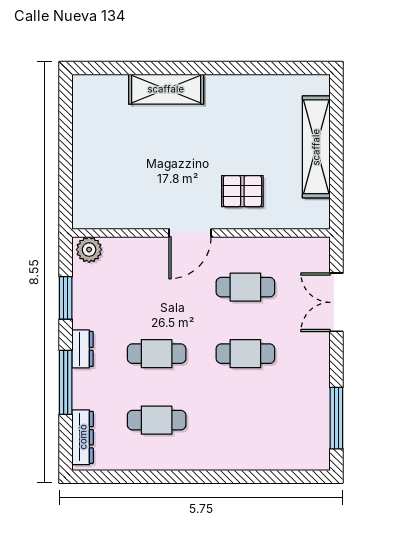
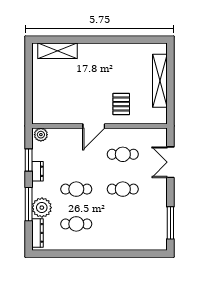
shelving: (166, 89) -> (57, 51), moved
pallet: (242, 191) -> (121, 104), turned 90
dresser: (82, 349) -> (37, 171), moved
plant: (91, 389) -> (42, 208), added

